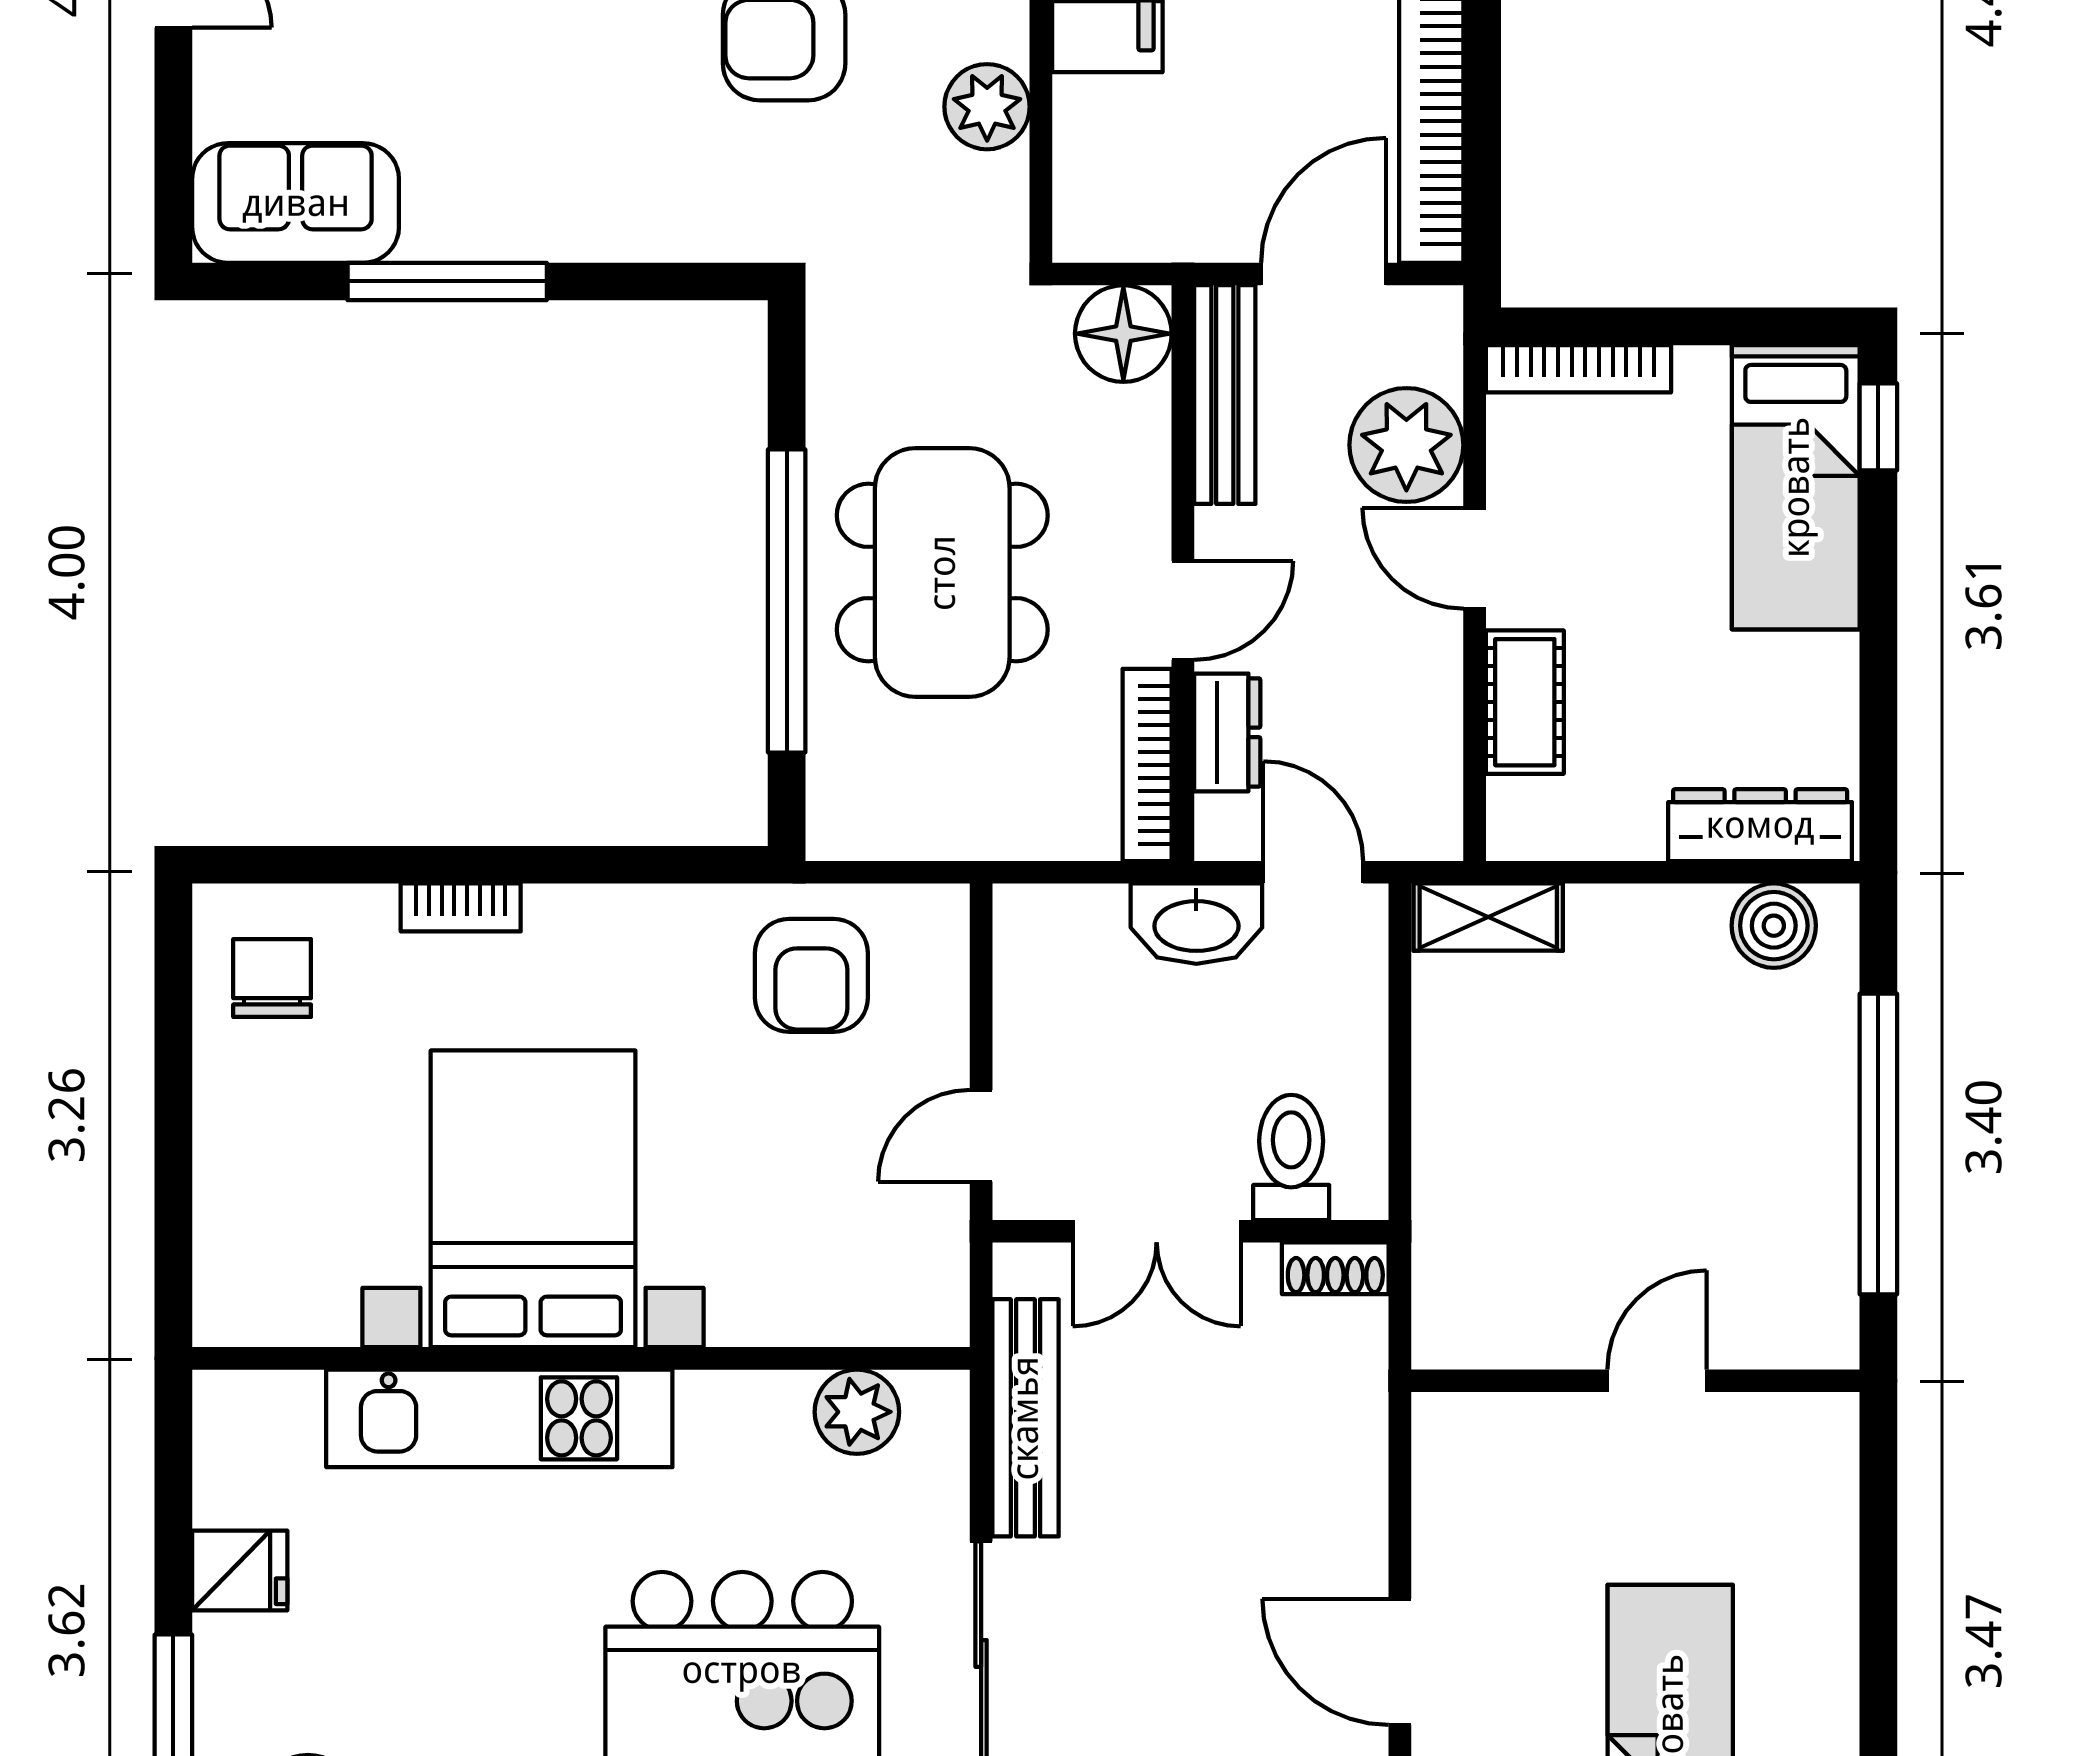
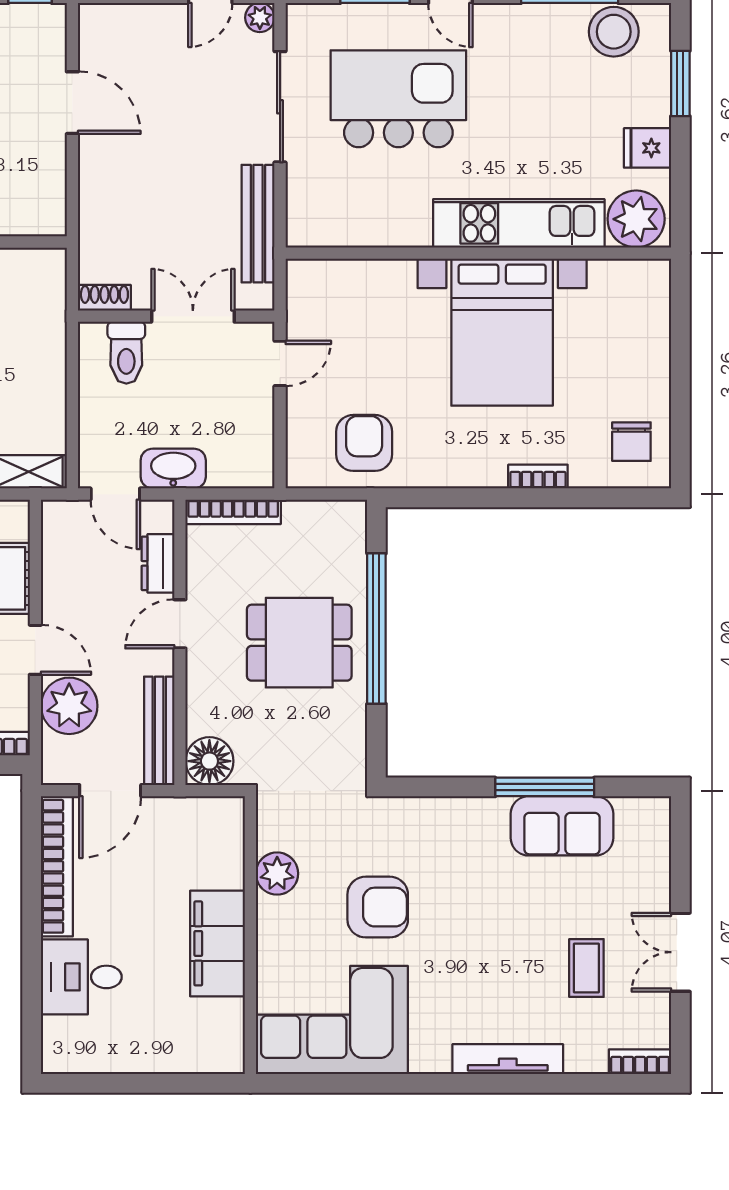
sofa: (296, 203) -> (562, 826), moved
dining table: (942, 573) -> (299, 643), width x0.73
bookcase: (1147, 765) -> (233, 512), moved, turned 90
plant: (857, 1412) -> (636, 219), moved, width x1.36, depth x1.36

